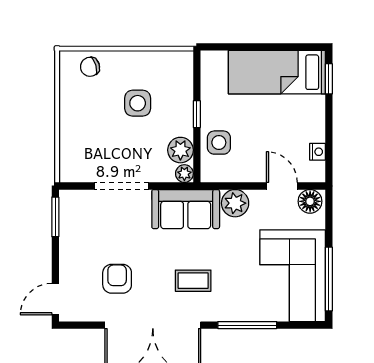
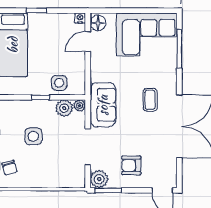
window: (329, 79) -> (37, 11), moved
nightstand: (317, 152) -> (80, 18), moved
plant: (235, 203) -> (99, 179), moved
armchair: (117, 279) -> (131, 165), moved
window: (329, 279) -> (149, 11), removed
window: (247, 325) -> (179, 49), moved

